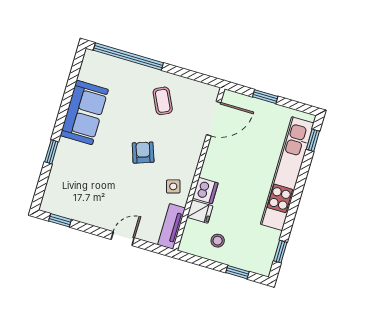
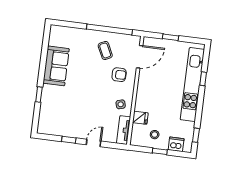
window: (128, 57) -> (109, 29), moved
window: (313, 140) -> (203, 79), moved
armchair: (143, 153) -> (119, 75), moved, turned 109
dishwasher: (205, 191) -> (176, 144), moved, turned -90
window: (60, 220) -> (69, 140), moved
window: (237, 272) -> (160, 151), moved

